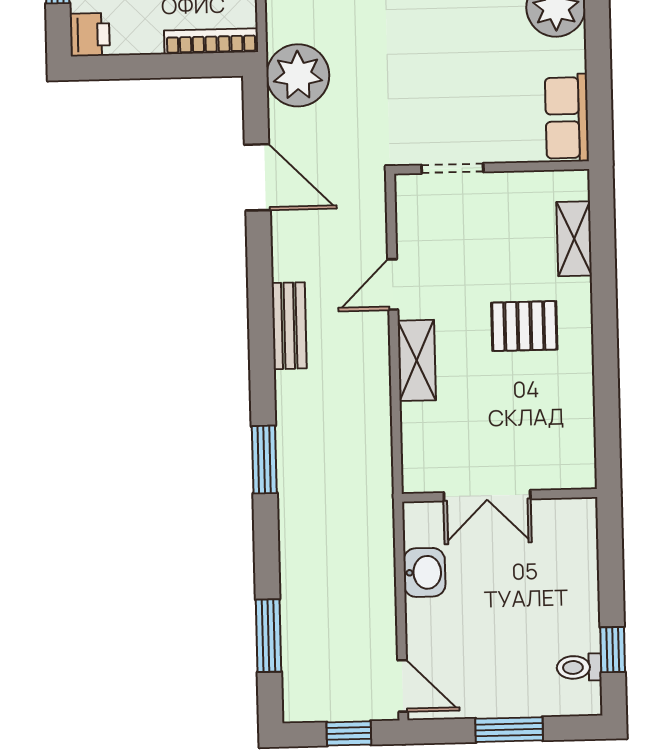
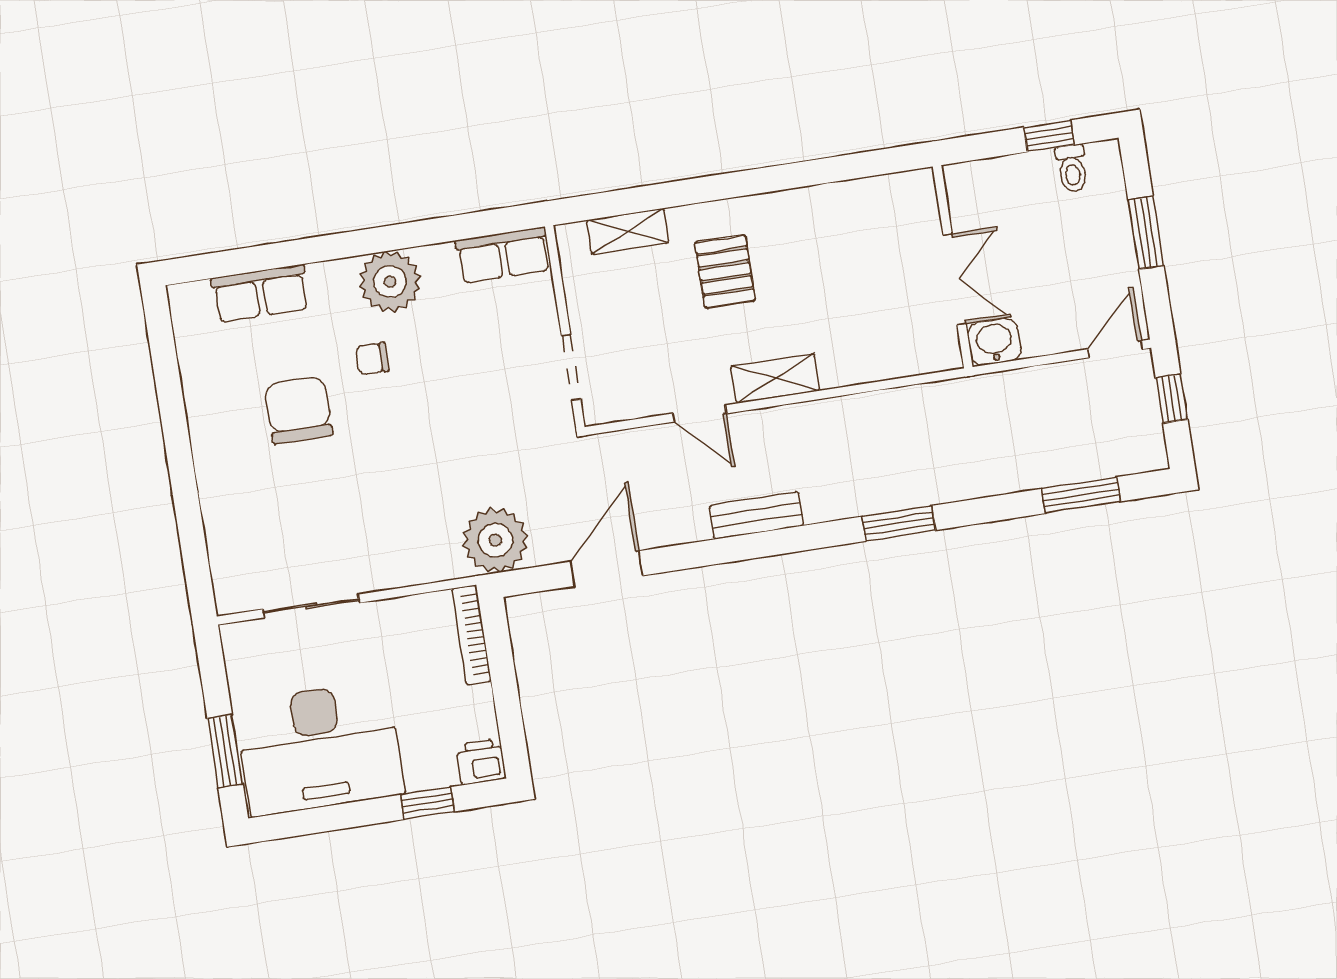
wall: (499, 495) -> (953, 267), moved
double door: (487, 496) -> (955, 280), moved

